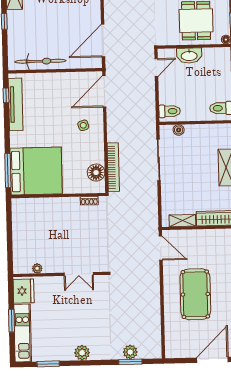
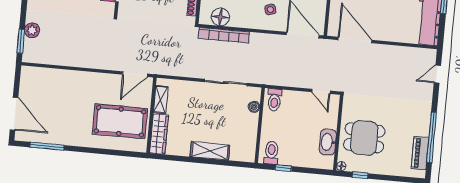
washbasin: (189, 56) -> (328, 142), moved
pool table: (195, 294) -> (120, 121), moved
window: (130, 362) -> (21, 41), moved

